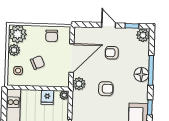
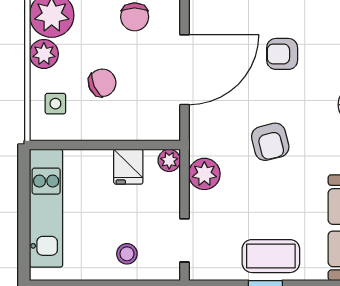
plant: (79, 84) -> (204, 174), moved
armchair: (106, 89) -> (270, 142), turned 76

